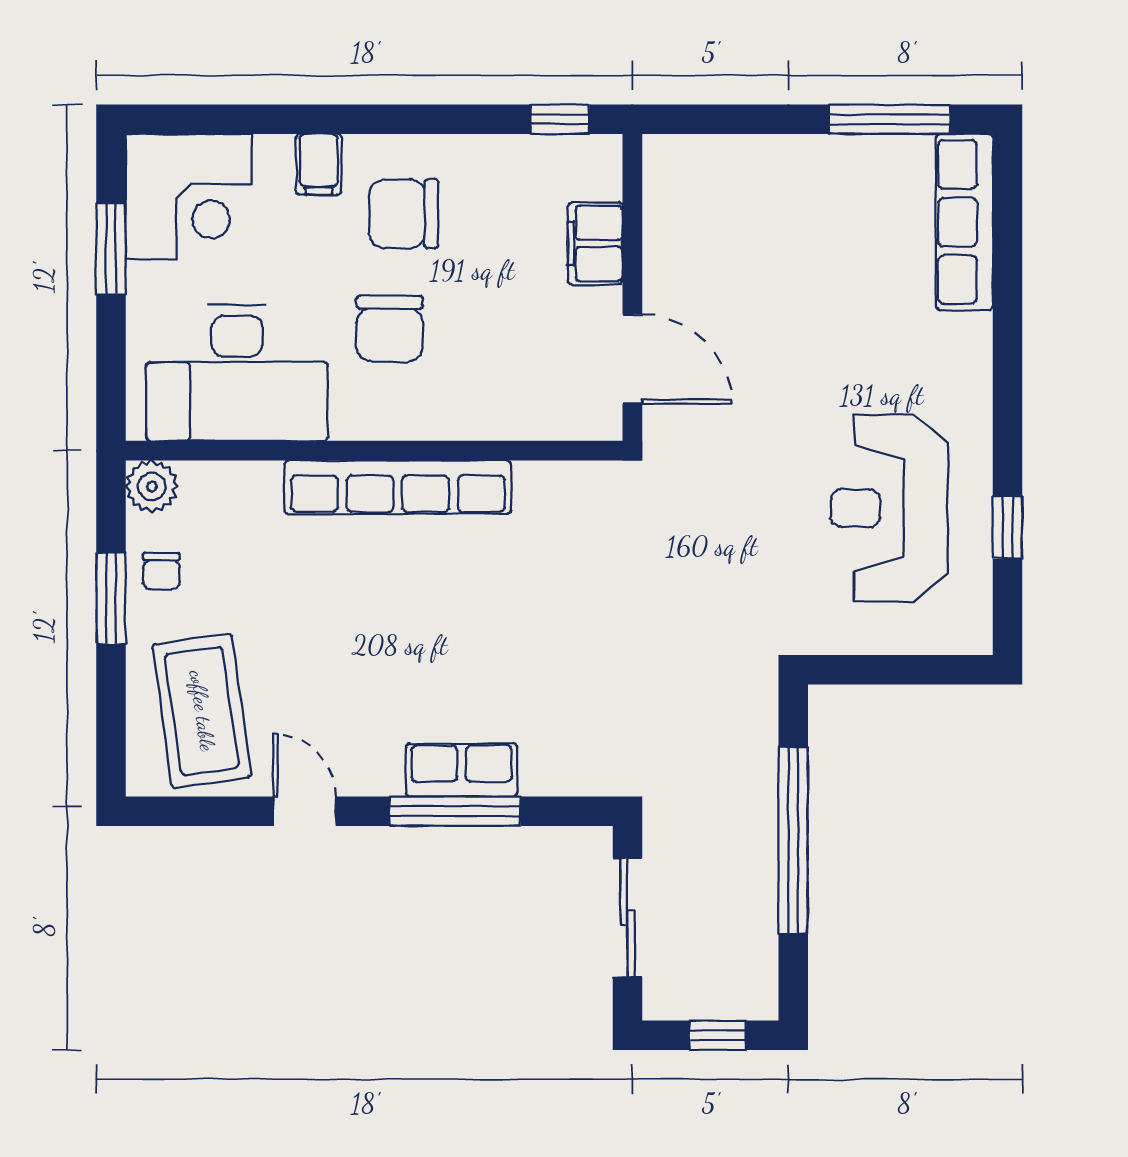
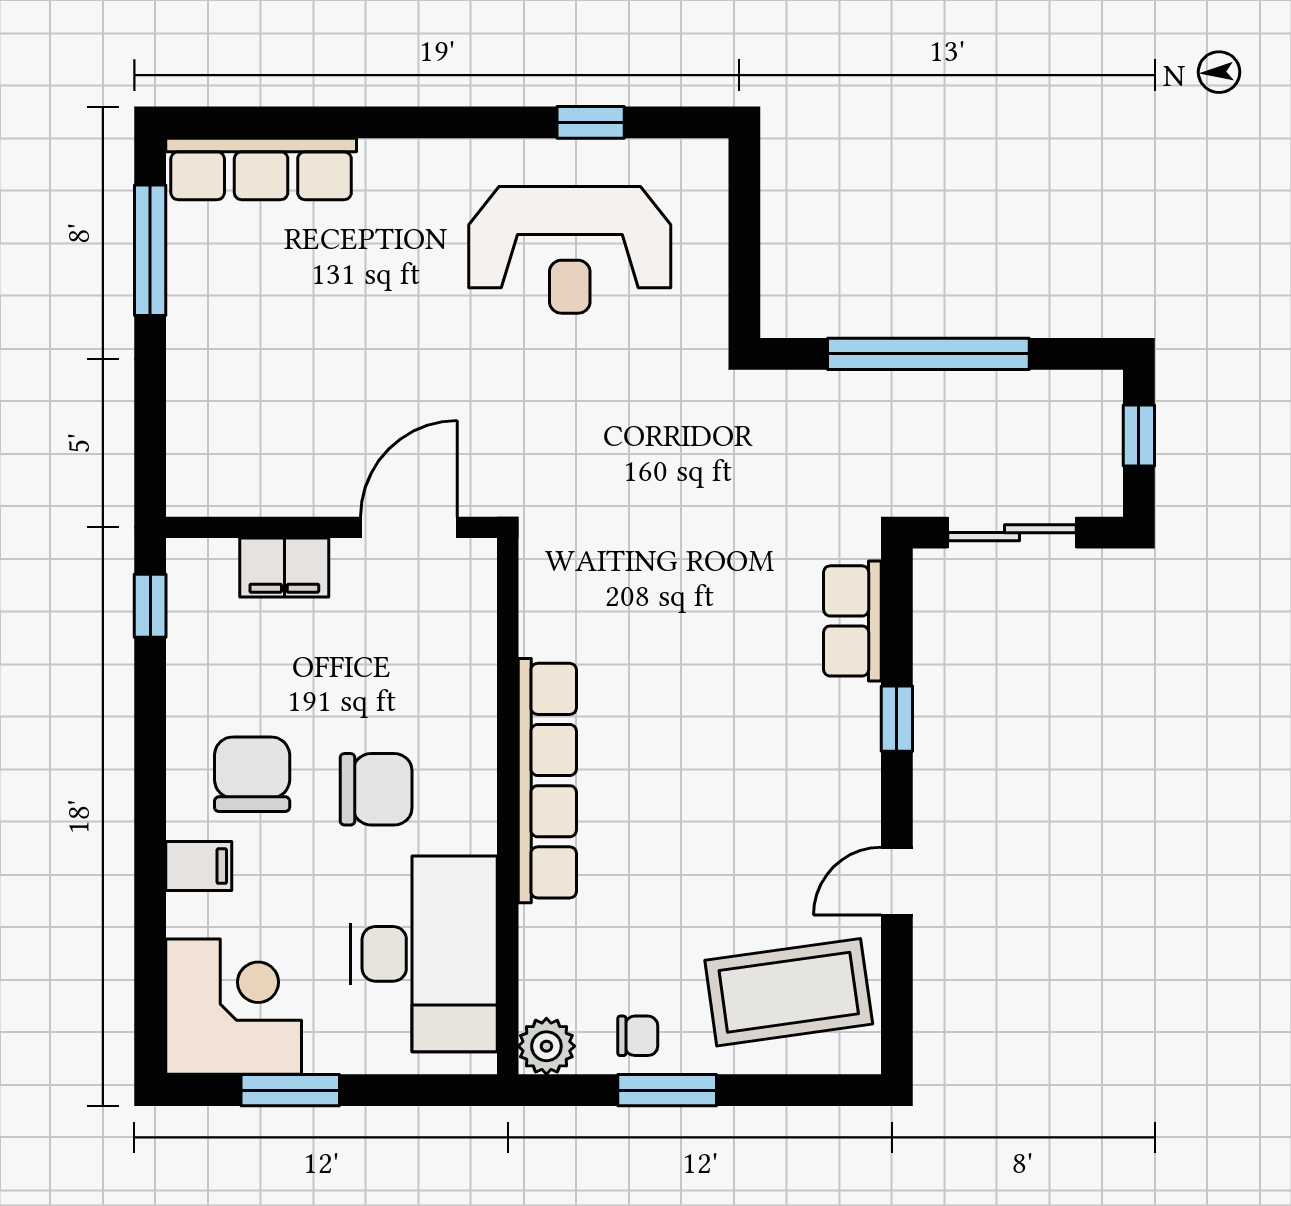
chair: (404, 214) -> (252, 774), turned 180
row of seats: (462, 770) -> (852, 621), moved
window: (455, 811) -> (897, 719), width x0.46

